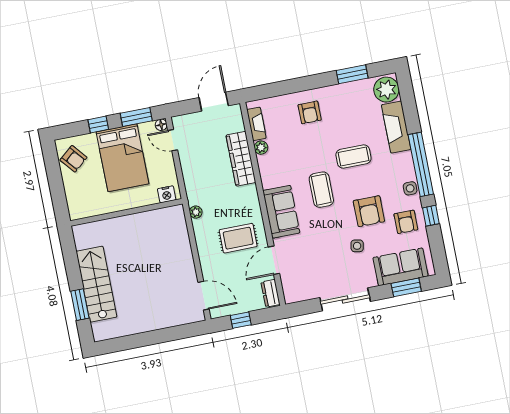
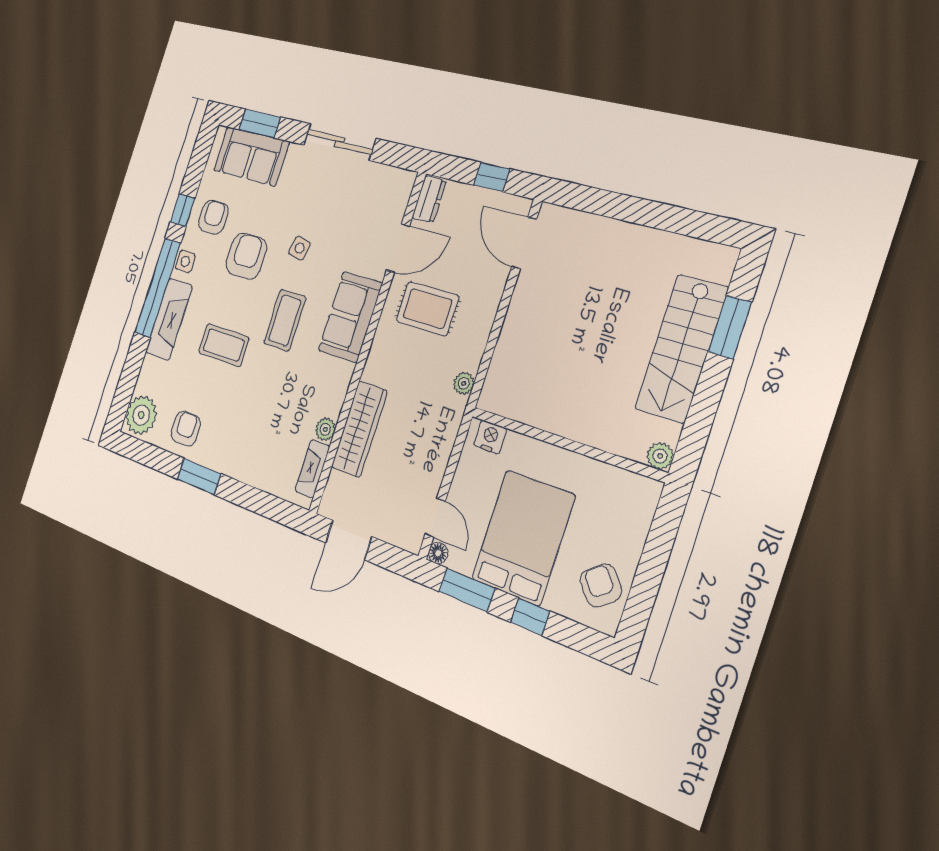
window: (352, 74) -> (199, 476), moved
armchair: (310, 112) -> (186, 429), moved
fireplace: (396, 127) -> (169, 319), moved
plant: (79, 231) -> (660, 456), added
side table: (357, 246) -> (300, 248), moved

